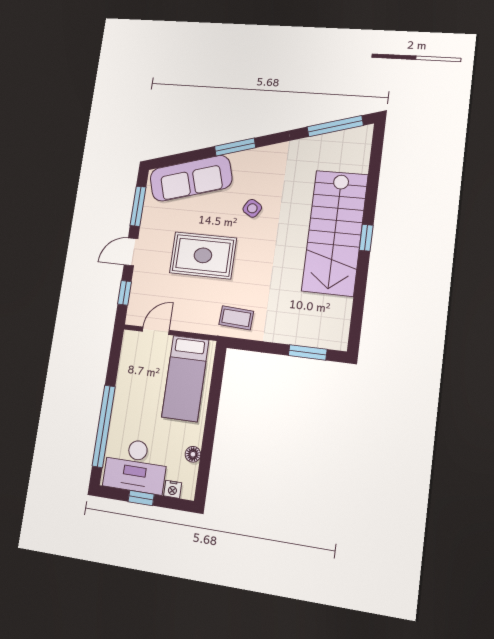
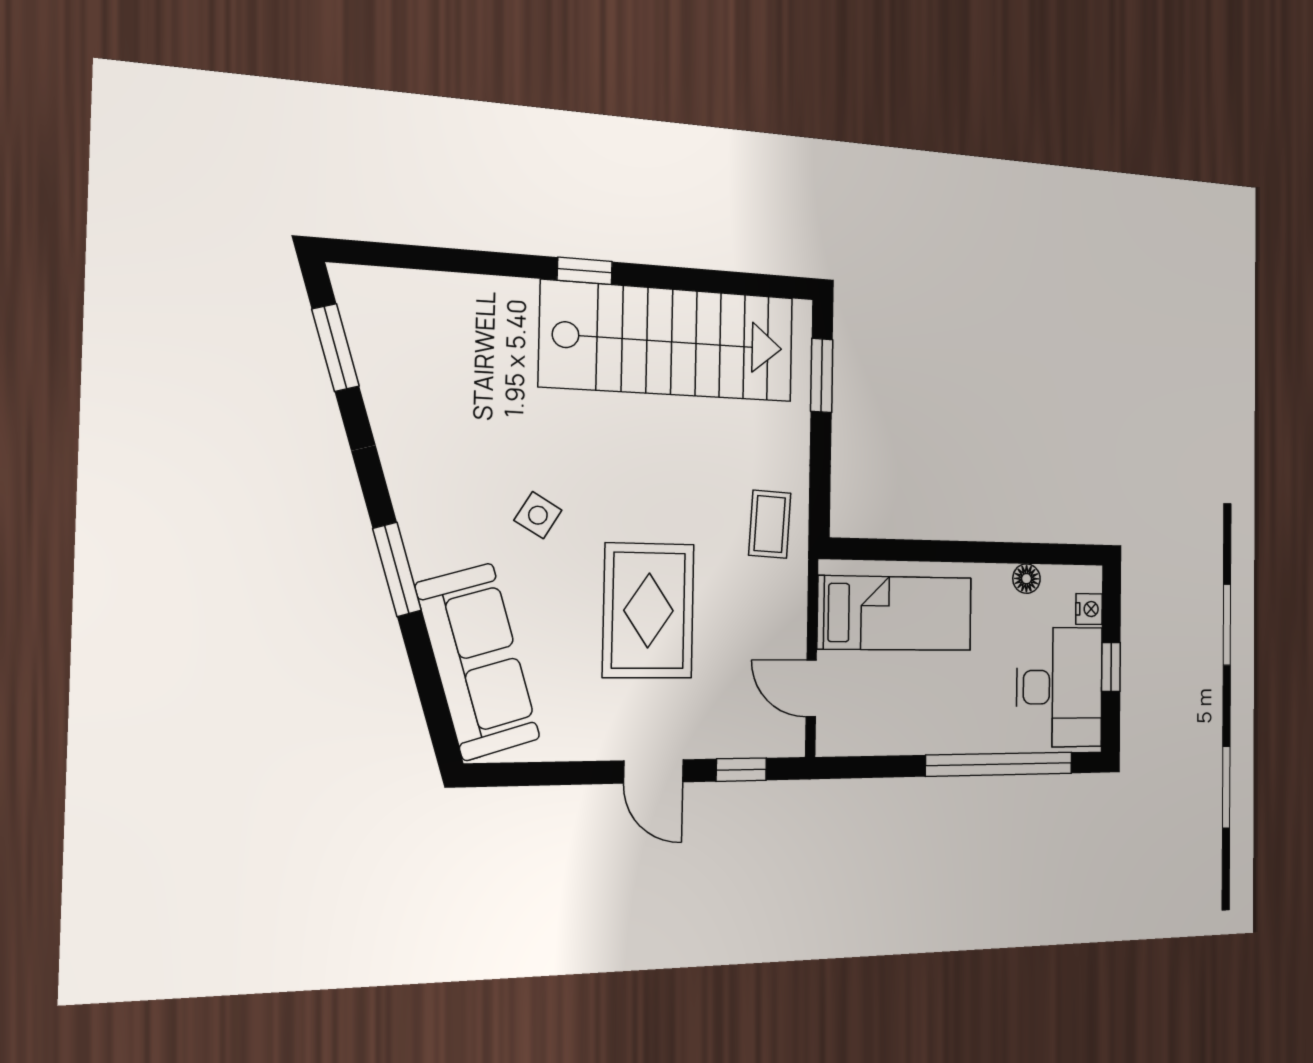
window: (335, 126) -> (336, 348), width x0.69
window: (138, 206) -> (551, 774), removed
stairs: (335, 233) -> (668, 342), moved

